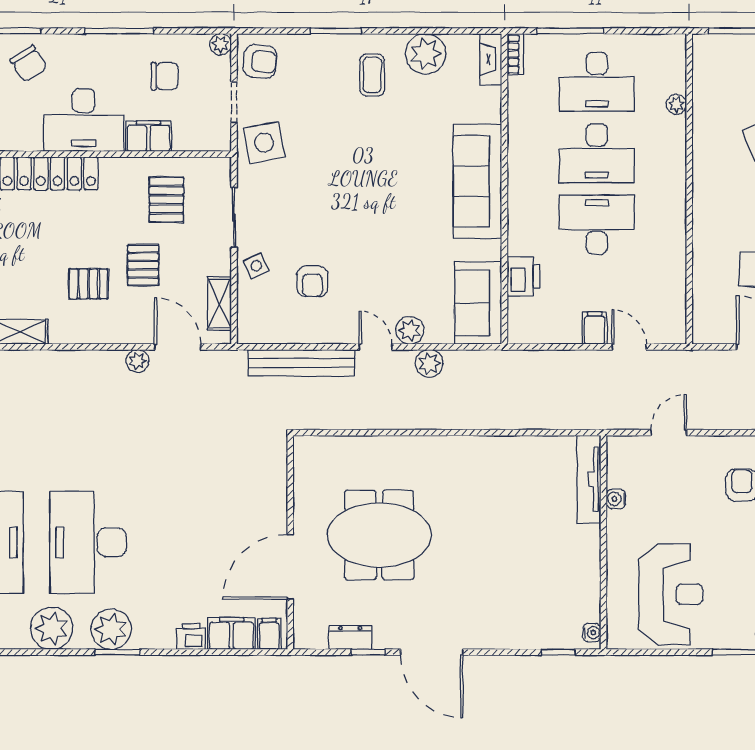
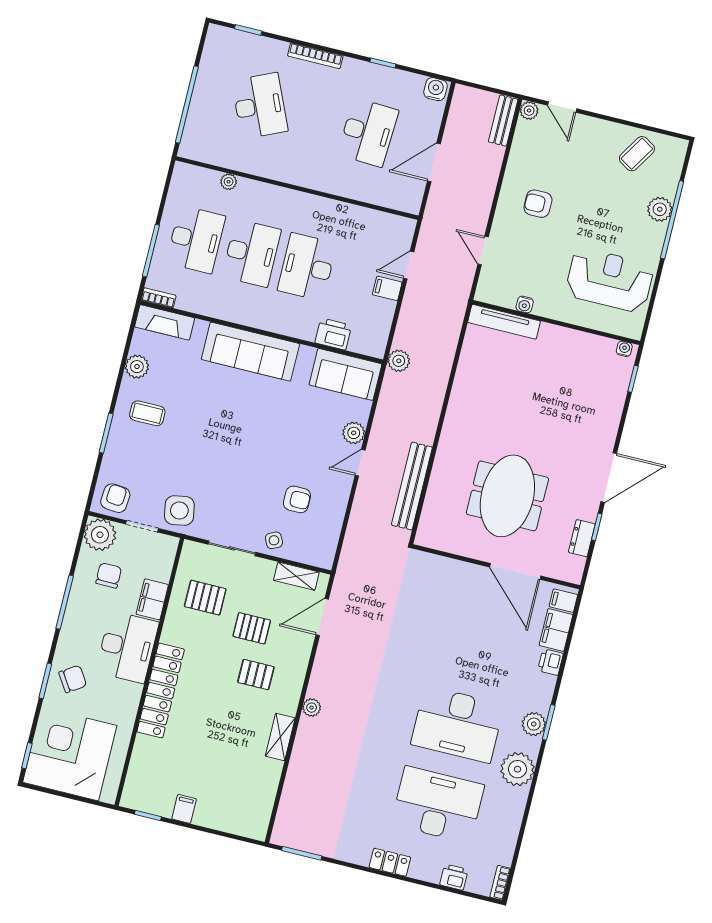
plant: (221, 44) -> (100, 535), width x1.87, depth x1.87
plant: (426, 54) -> (137, 367), width x0.73, depth x0.73
fireplace: (491, 59) -> (165, 322), width x1.37, depth x1.32
pallet: (88, 284) -> (256, 675), turned 90
plant: (137, 361) -> (312, 708), moved
bench: (301, 363) -> (412, 486), moved
plant: (429, 363) -> (399, 361), moved
plant: (111, 629) -> (534, 724), width x0.73, depth x0.73

